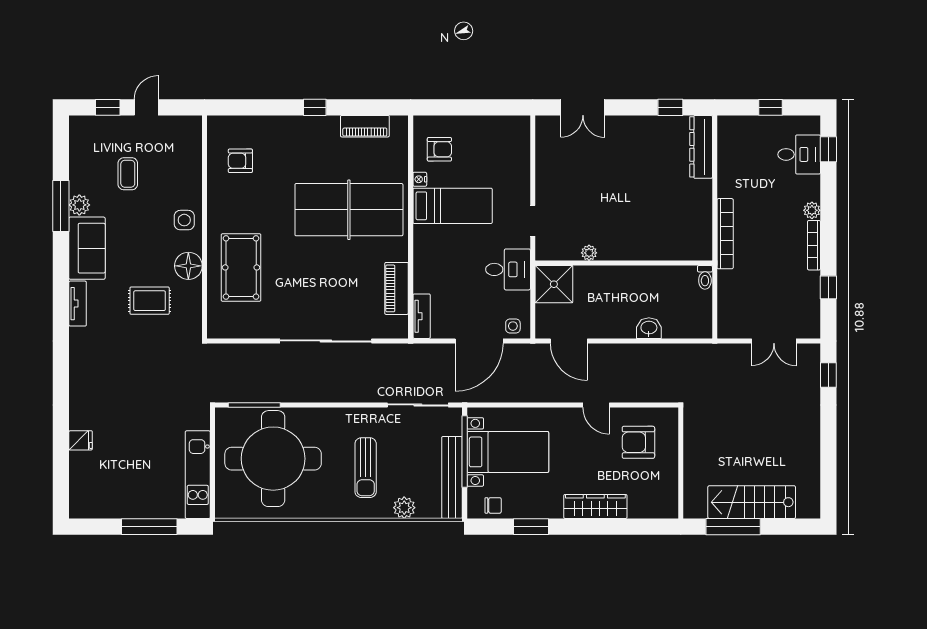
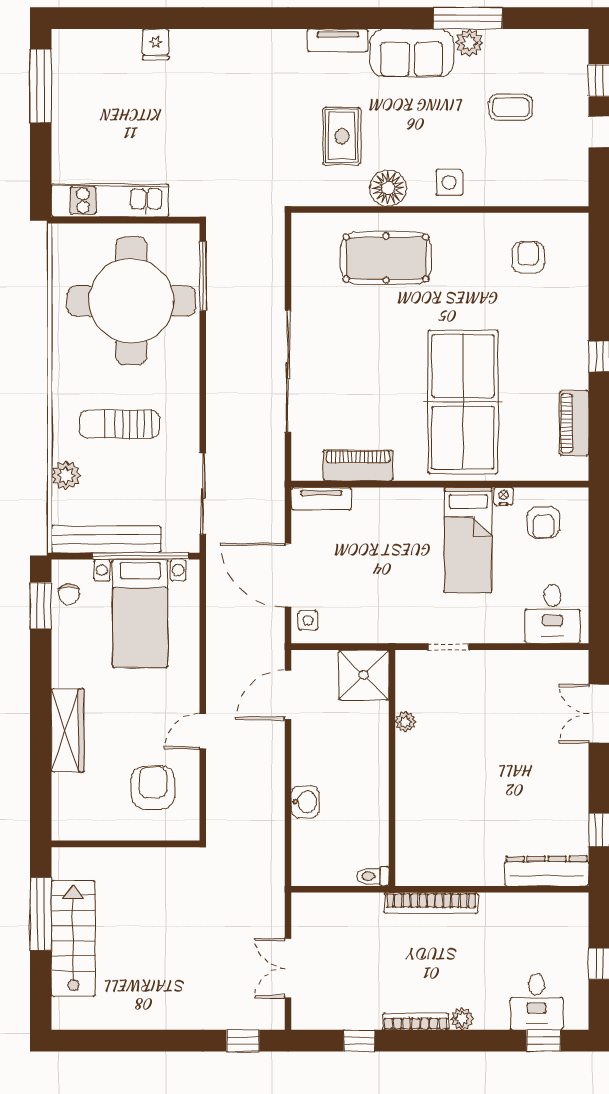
desk: (508, 269) -> (552, 614), moved
window: (149, 527) -> (41, 86), moved
window: (531, 527) -> (41, 606), moved

